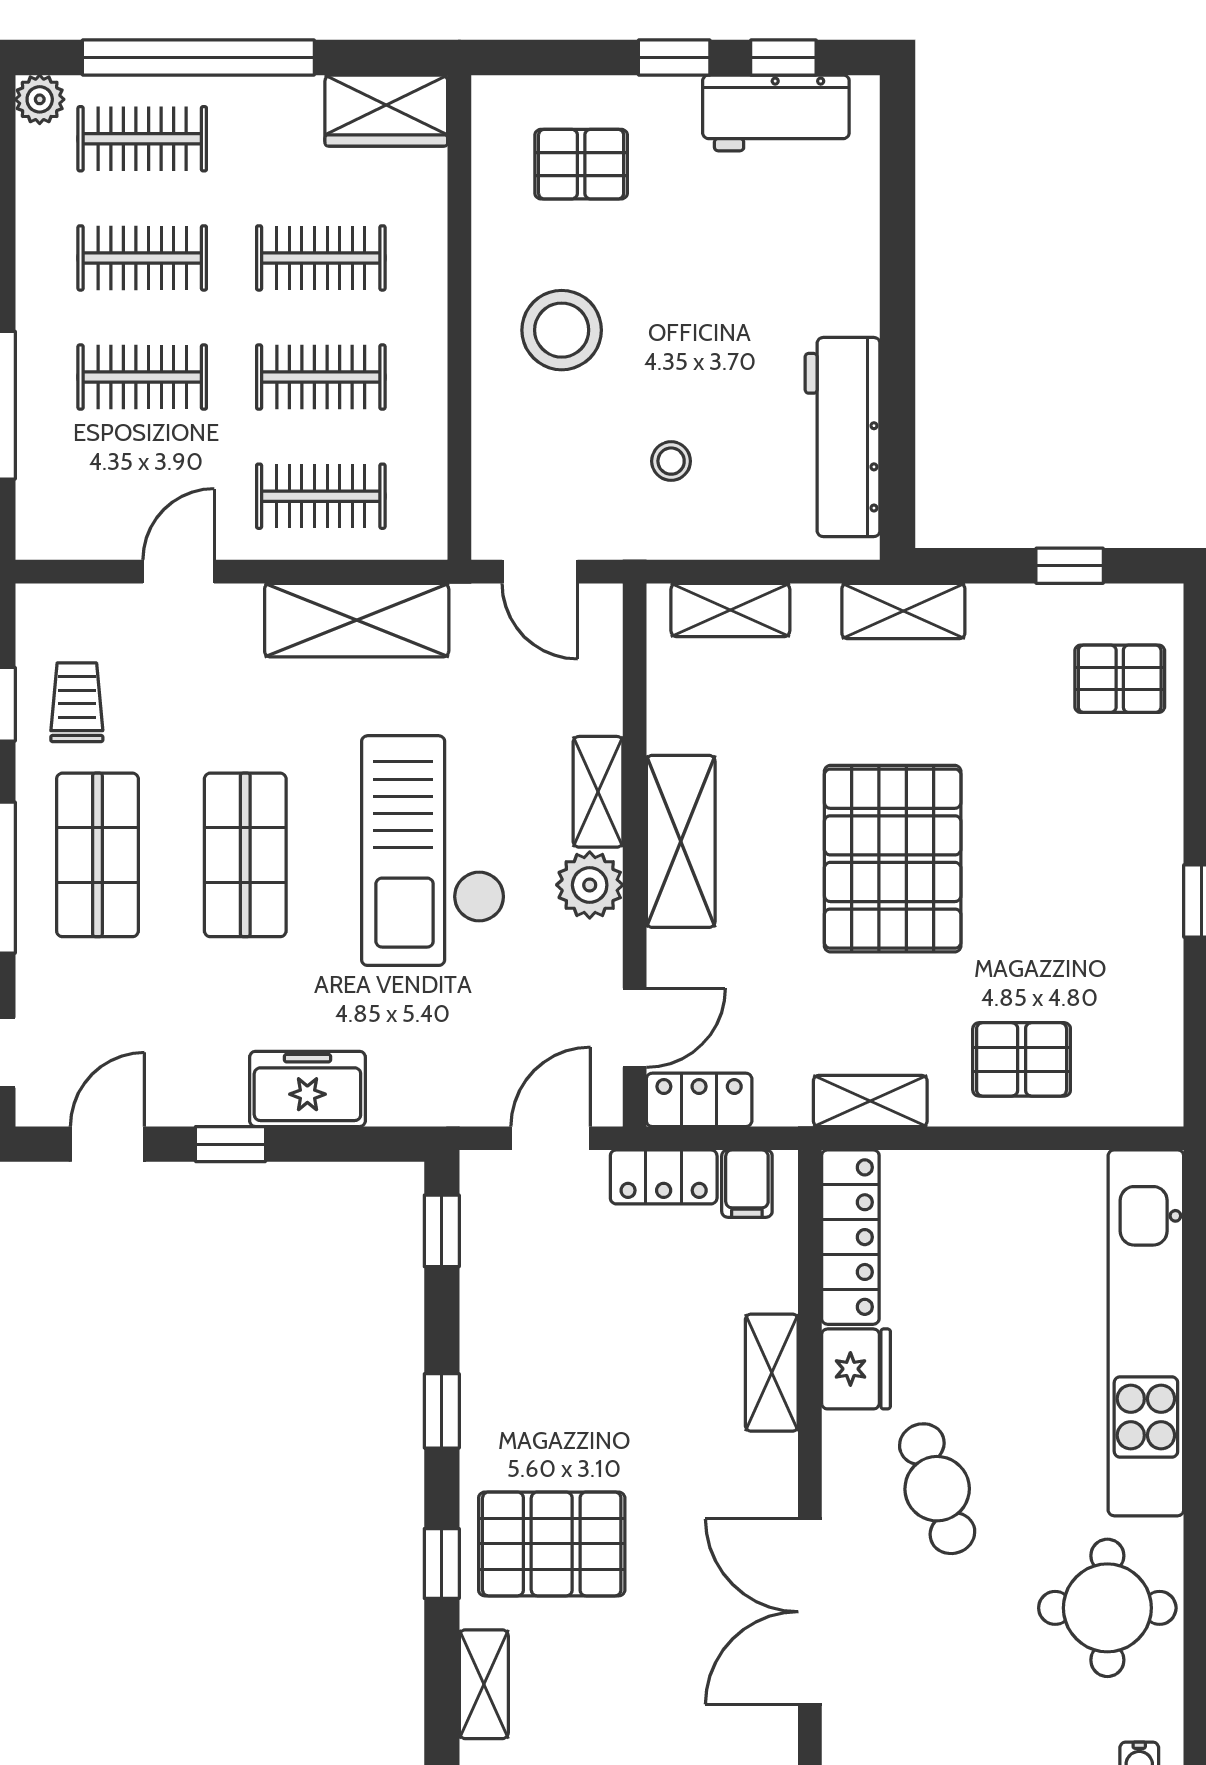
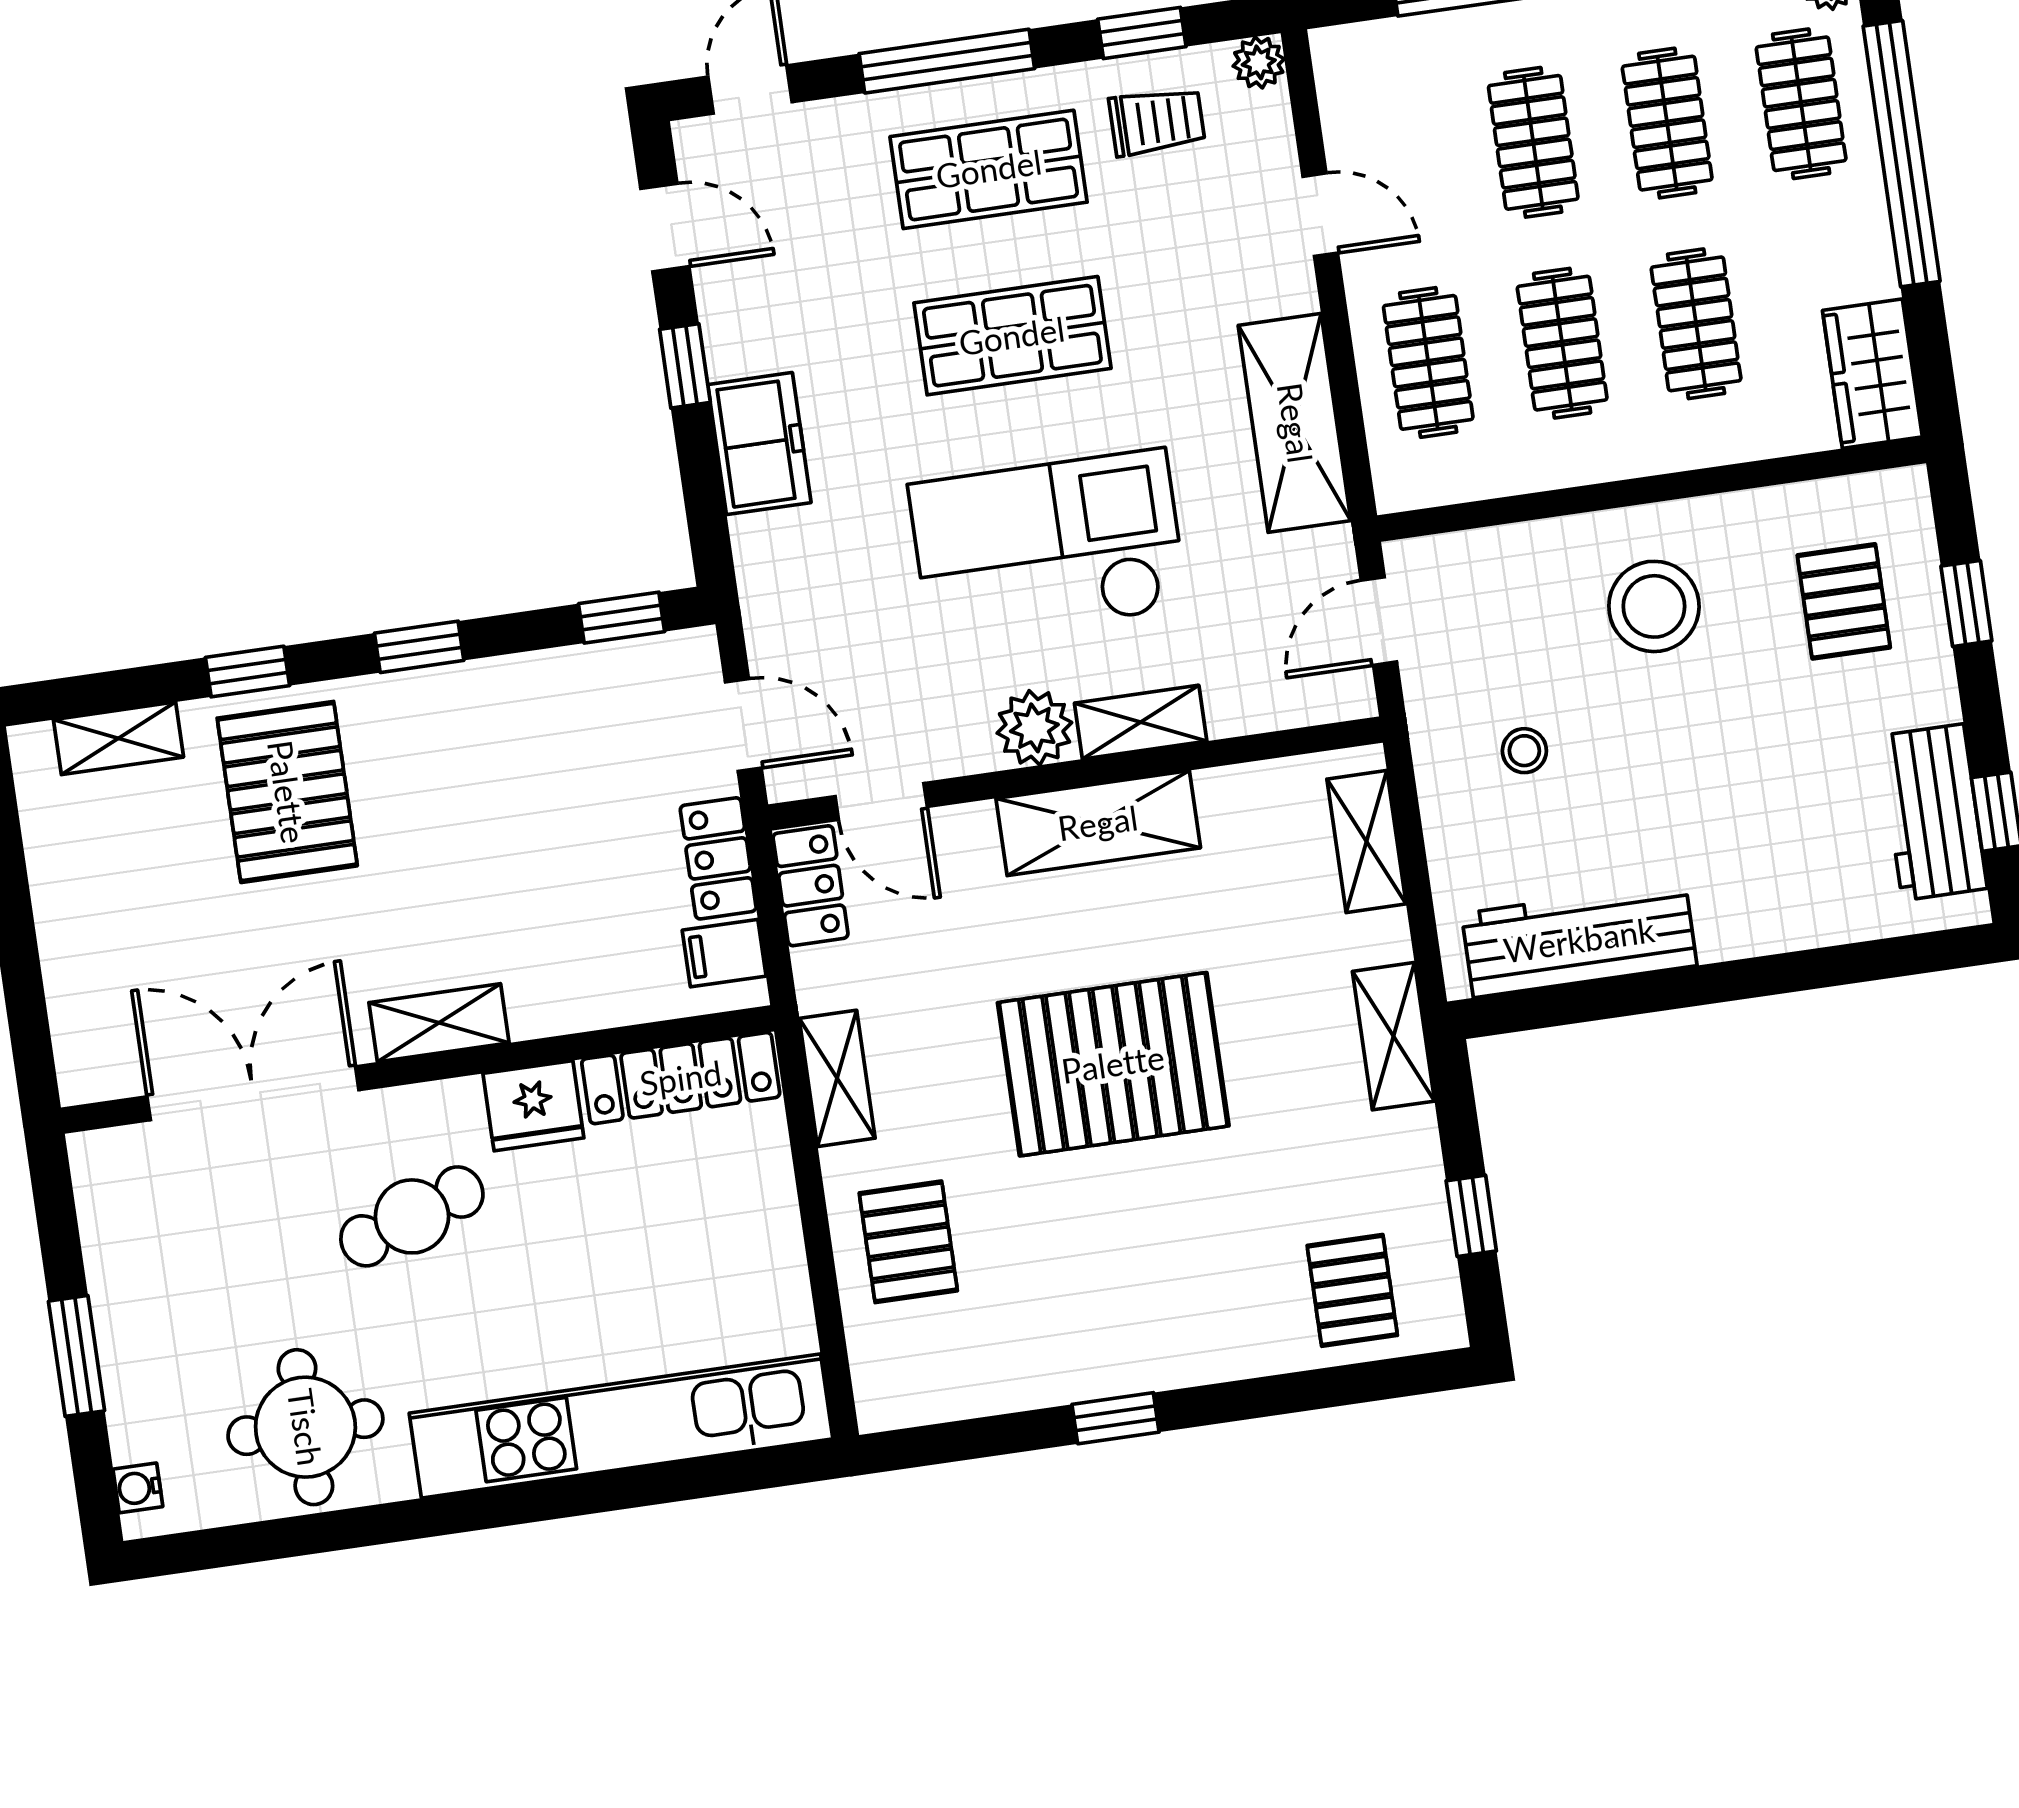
window: (674, 57) -> (1966, 603), moved
plant: (38, 606) -> (1259, 62), added
shelving: (772, 1373) -> (439, 1023), moved

